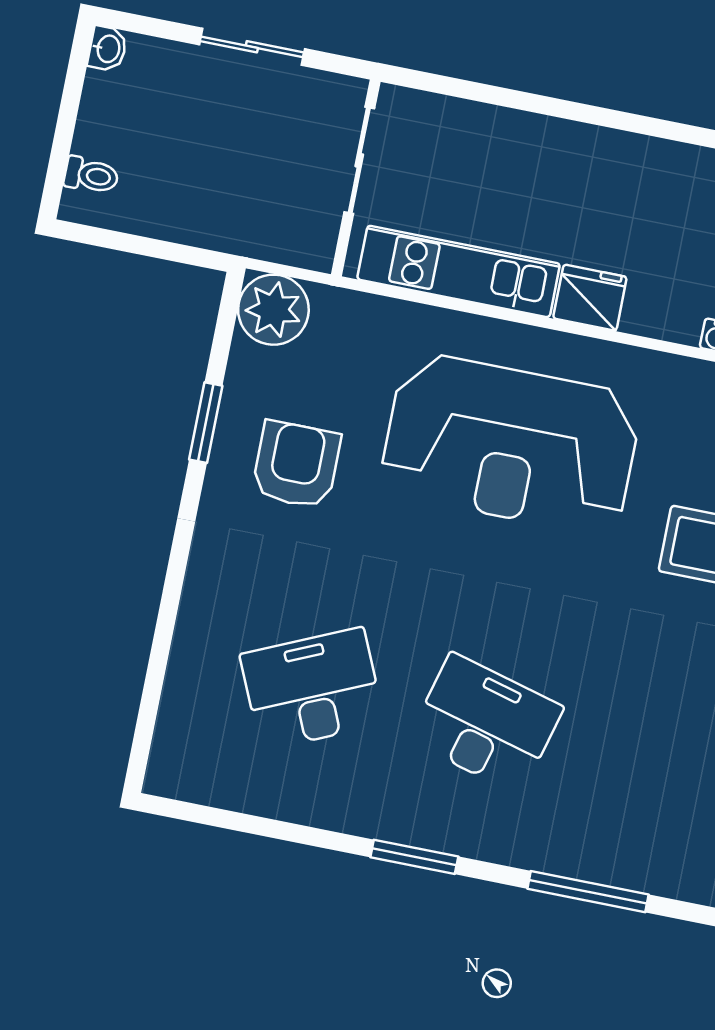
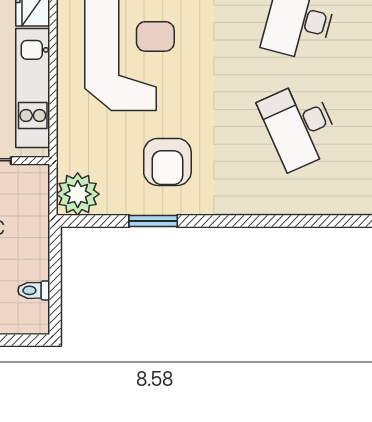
toilet: (91, 175) -> (34, 290), moved, turned -90
armchair: (296, 465) -> (167, 162), turned -90

